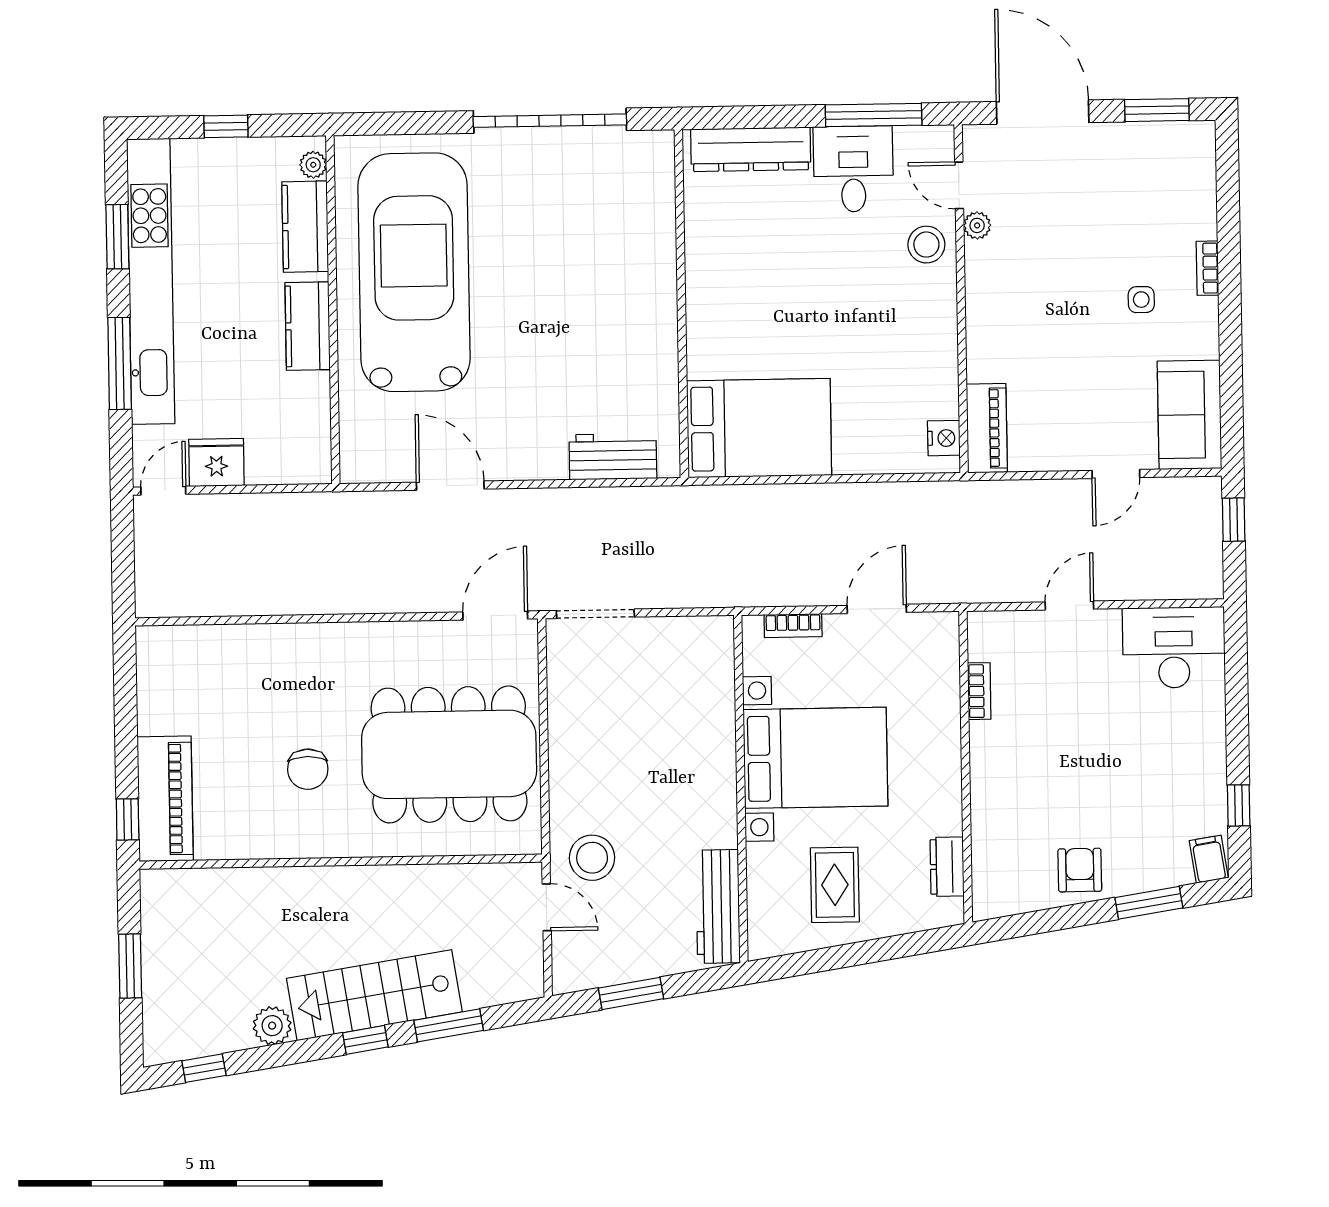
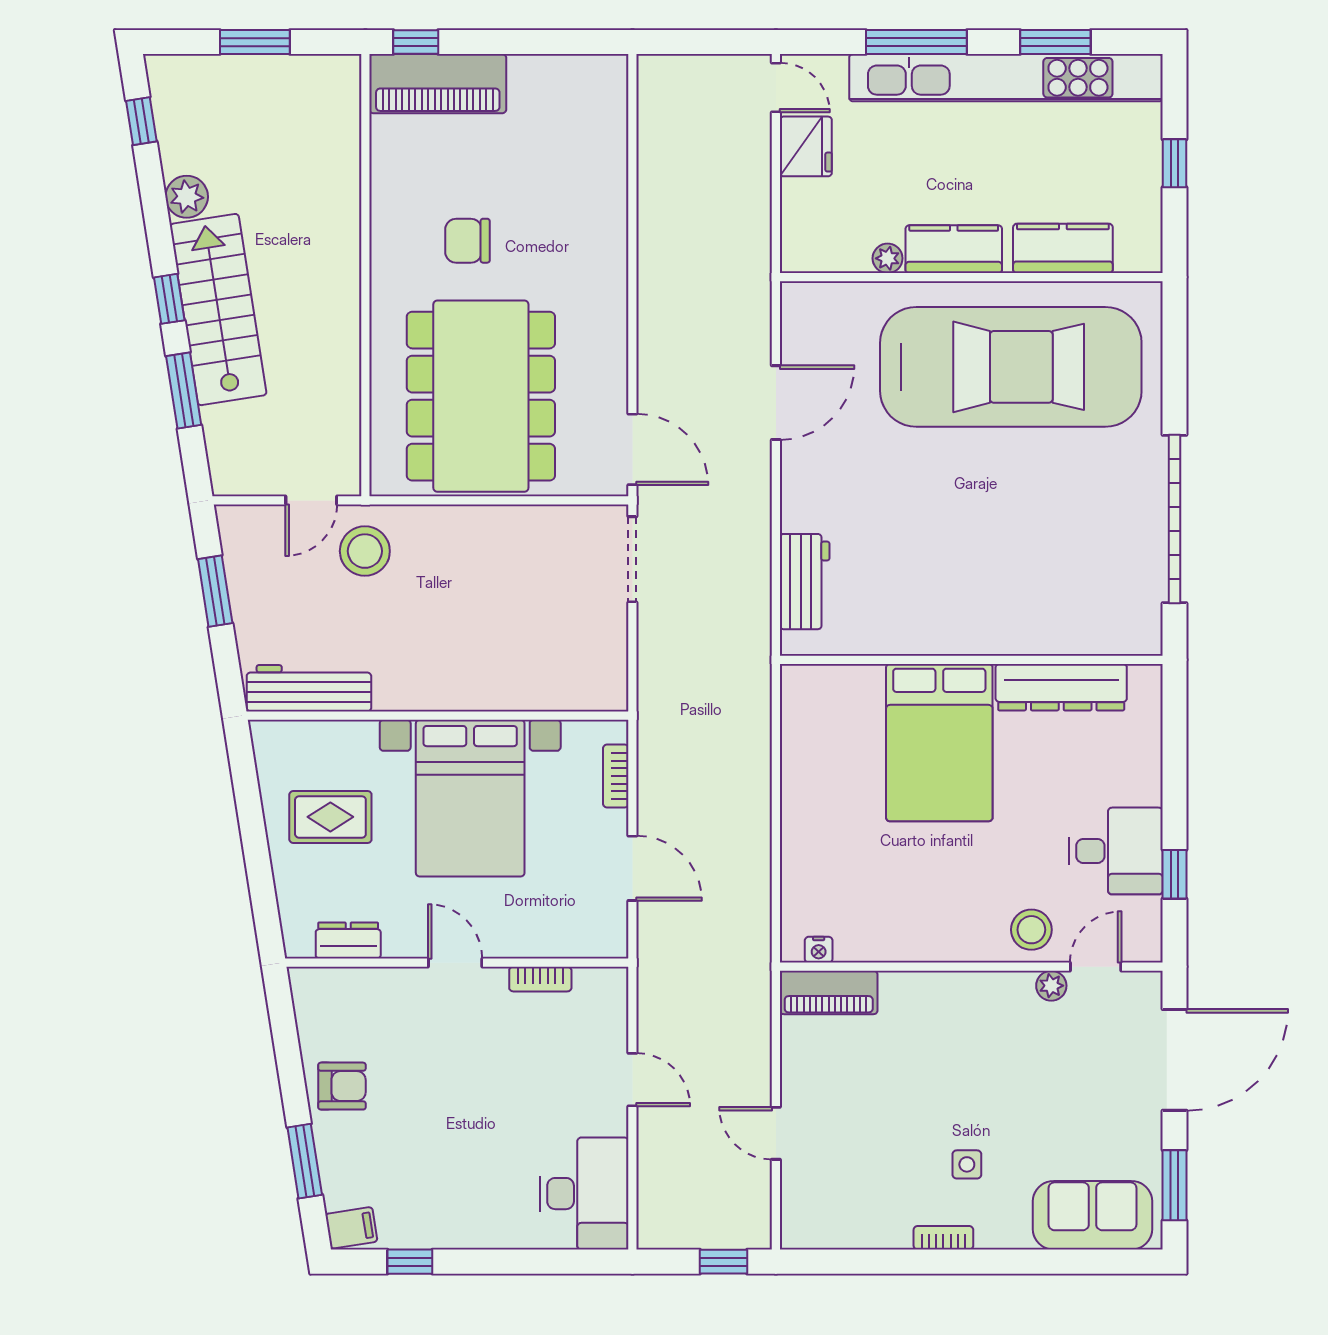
window: (874, 115) -> (1175, 874), width x0.46
dresser: (751, 149) -> (1061, 687), moved, turned -90
plant: (313, 165) -> (888, 258), moved
bookcase: (1208, 268) -> (943, 1238), moved
sofa: (1190, 415) -> (1093, 1215), moved
bed: (759, 428) -> (939, 743), moved
nightstand: (944, 438) -> (819, 950), width x0.72, depth x0.74
door: (966, 769) -> (455, 963), added

